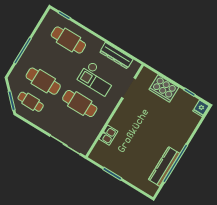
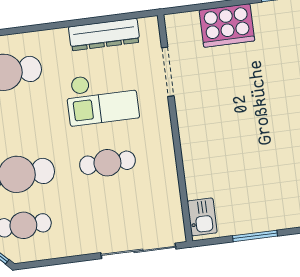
cafe table: (80, 104) -> (107, 163), width x0.73, depth x0.74
kitchen sink: (108, 135) -> (202, 217), moved

